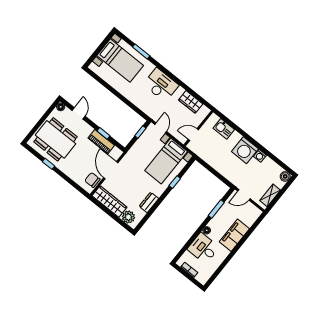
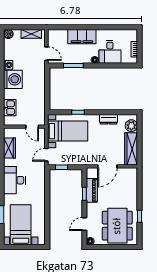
chair: (92, 180) -> (125, 174), removed

